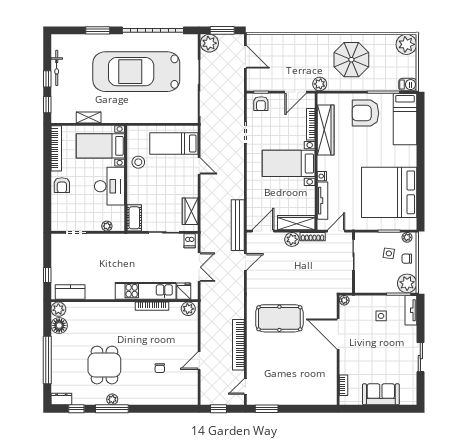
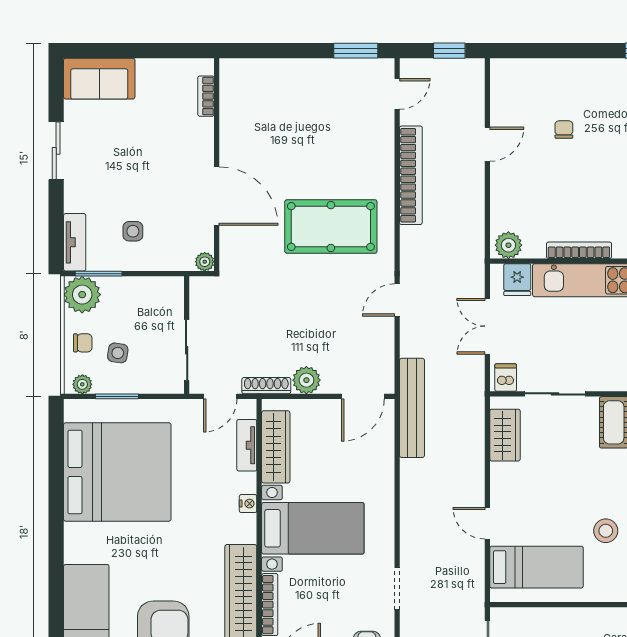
tv unit: (323, 201) -> (247, 445), width x0.71
wardrobe: (296, 223) -> (276, 447), moved, turned -90
door: (245, 262) -> (397, 300), moved
sofa: (381, 394) -> (99, 79), moved

